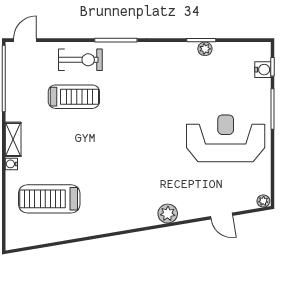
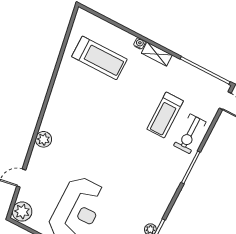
treadmill: (49, 199) -> (99, 58), turned 90
plant: (263, 201) -> (22, 212), width x1.88, depth x1.88

